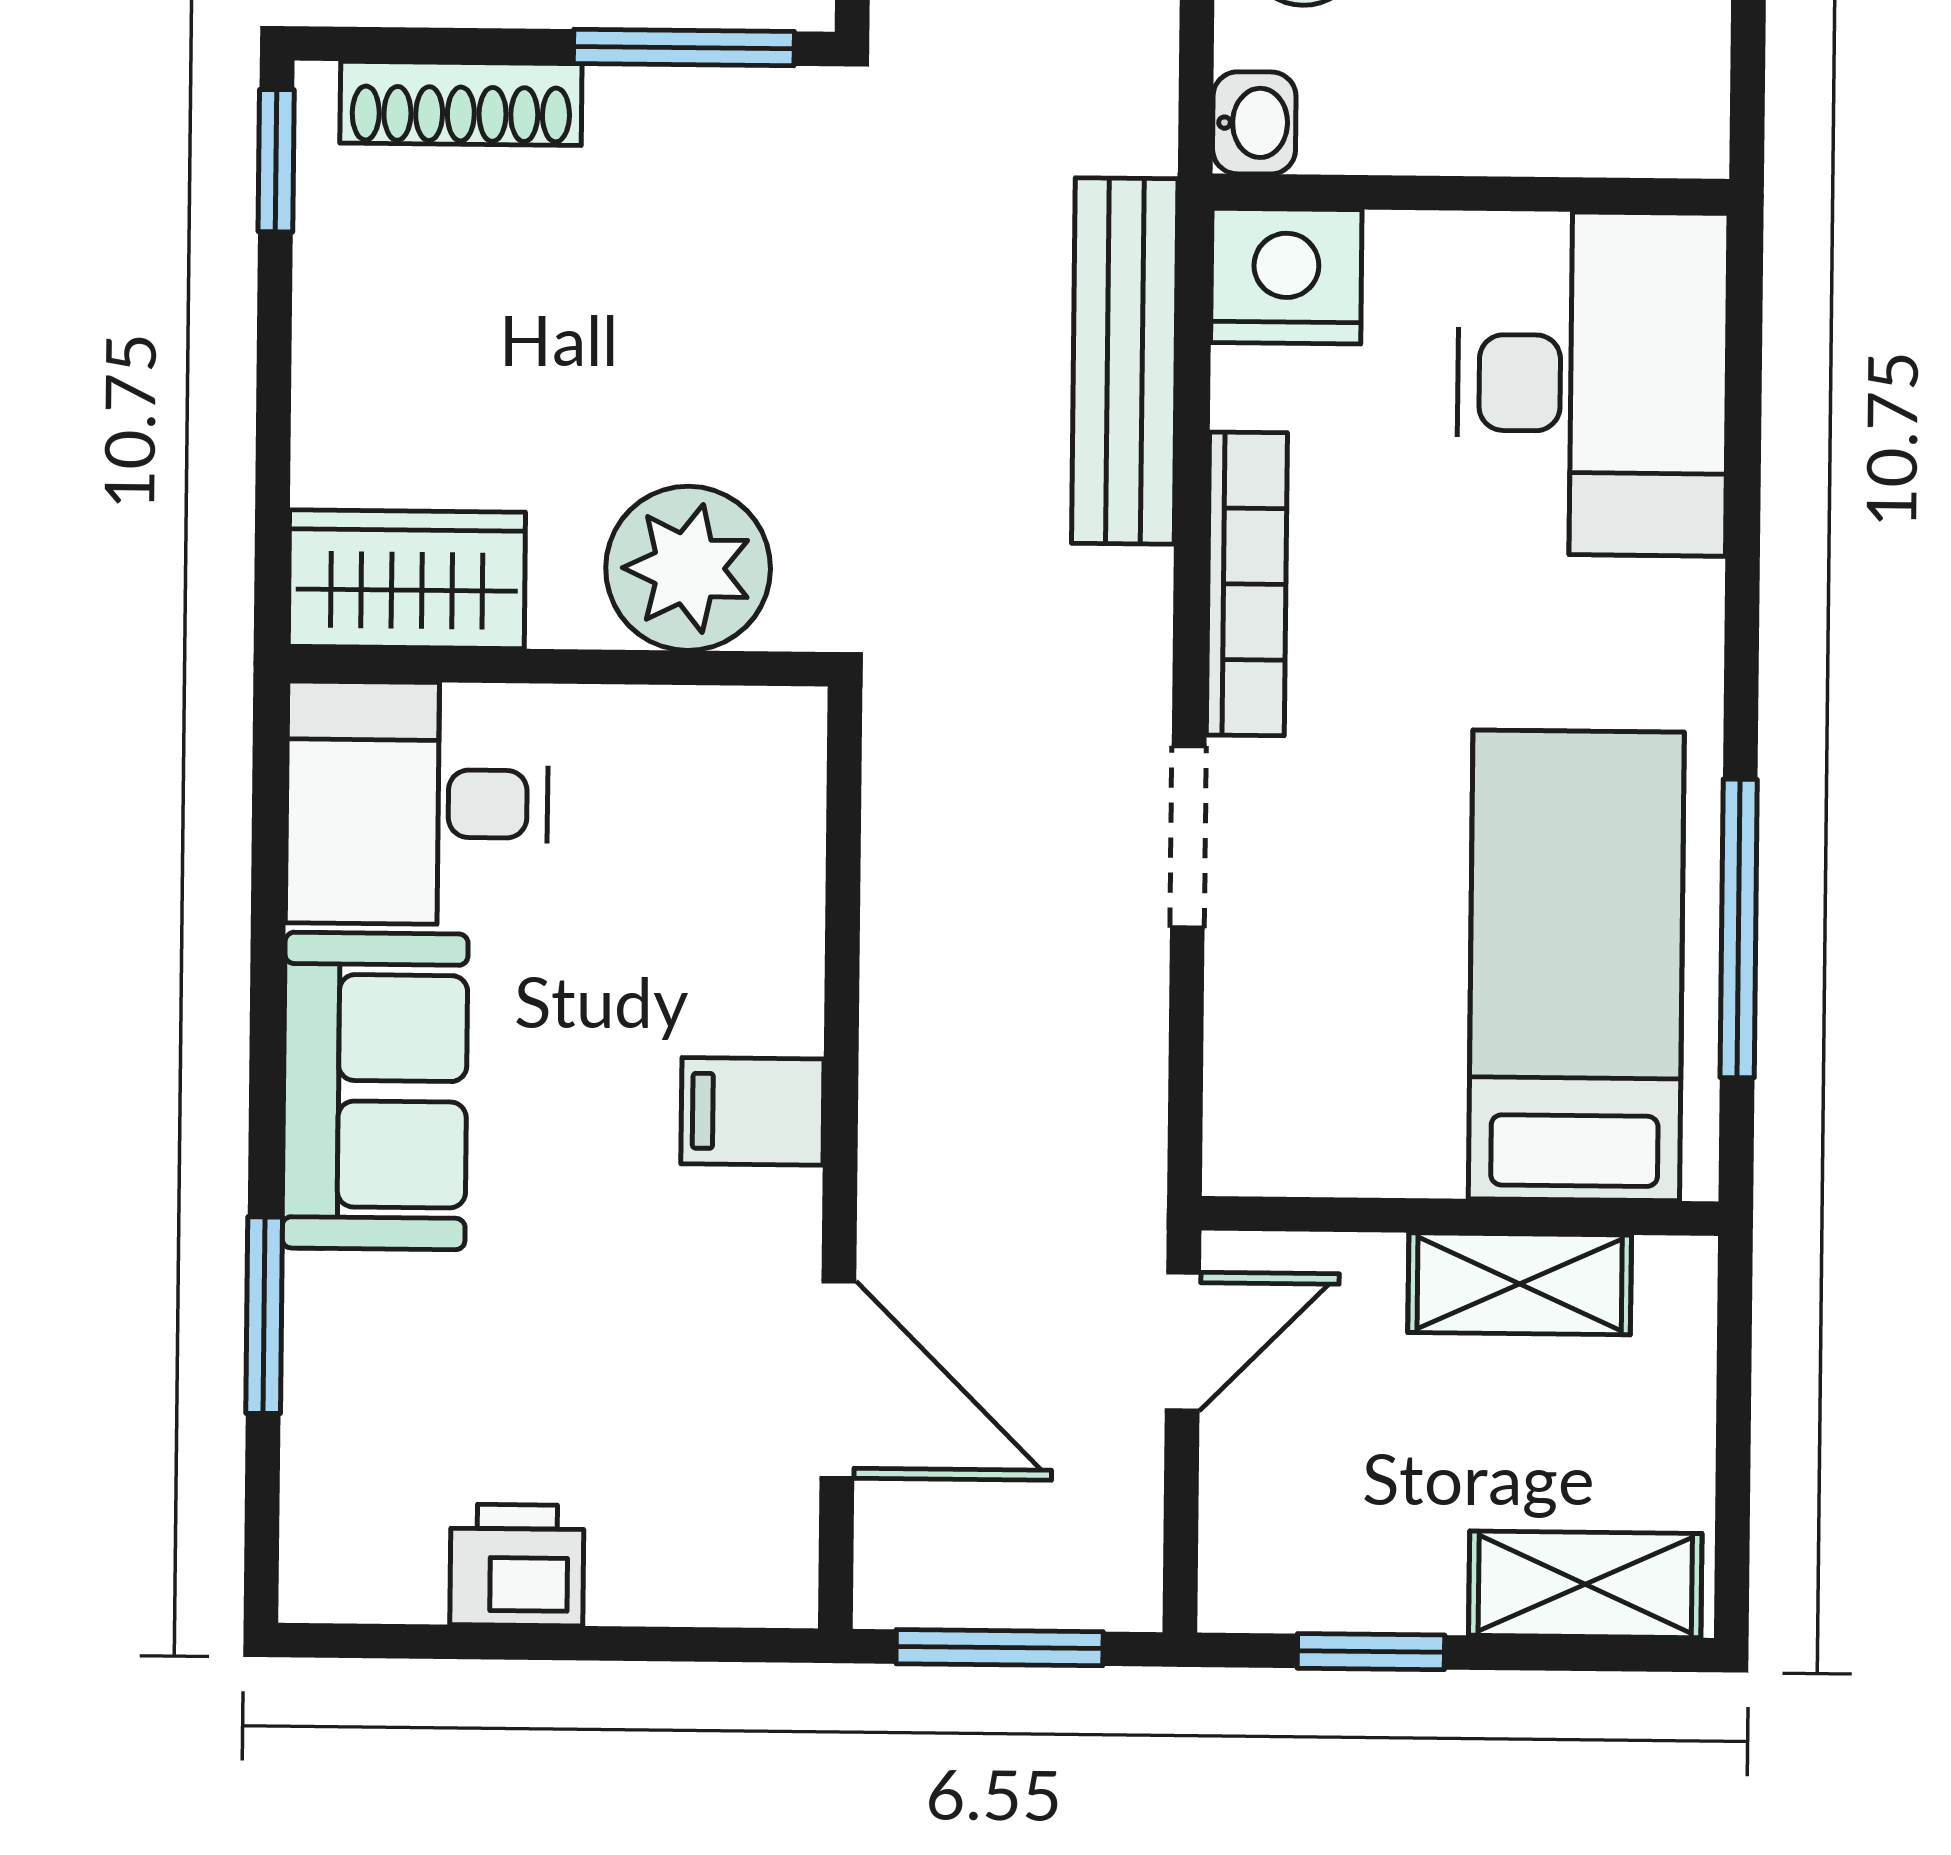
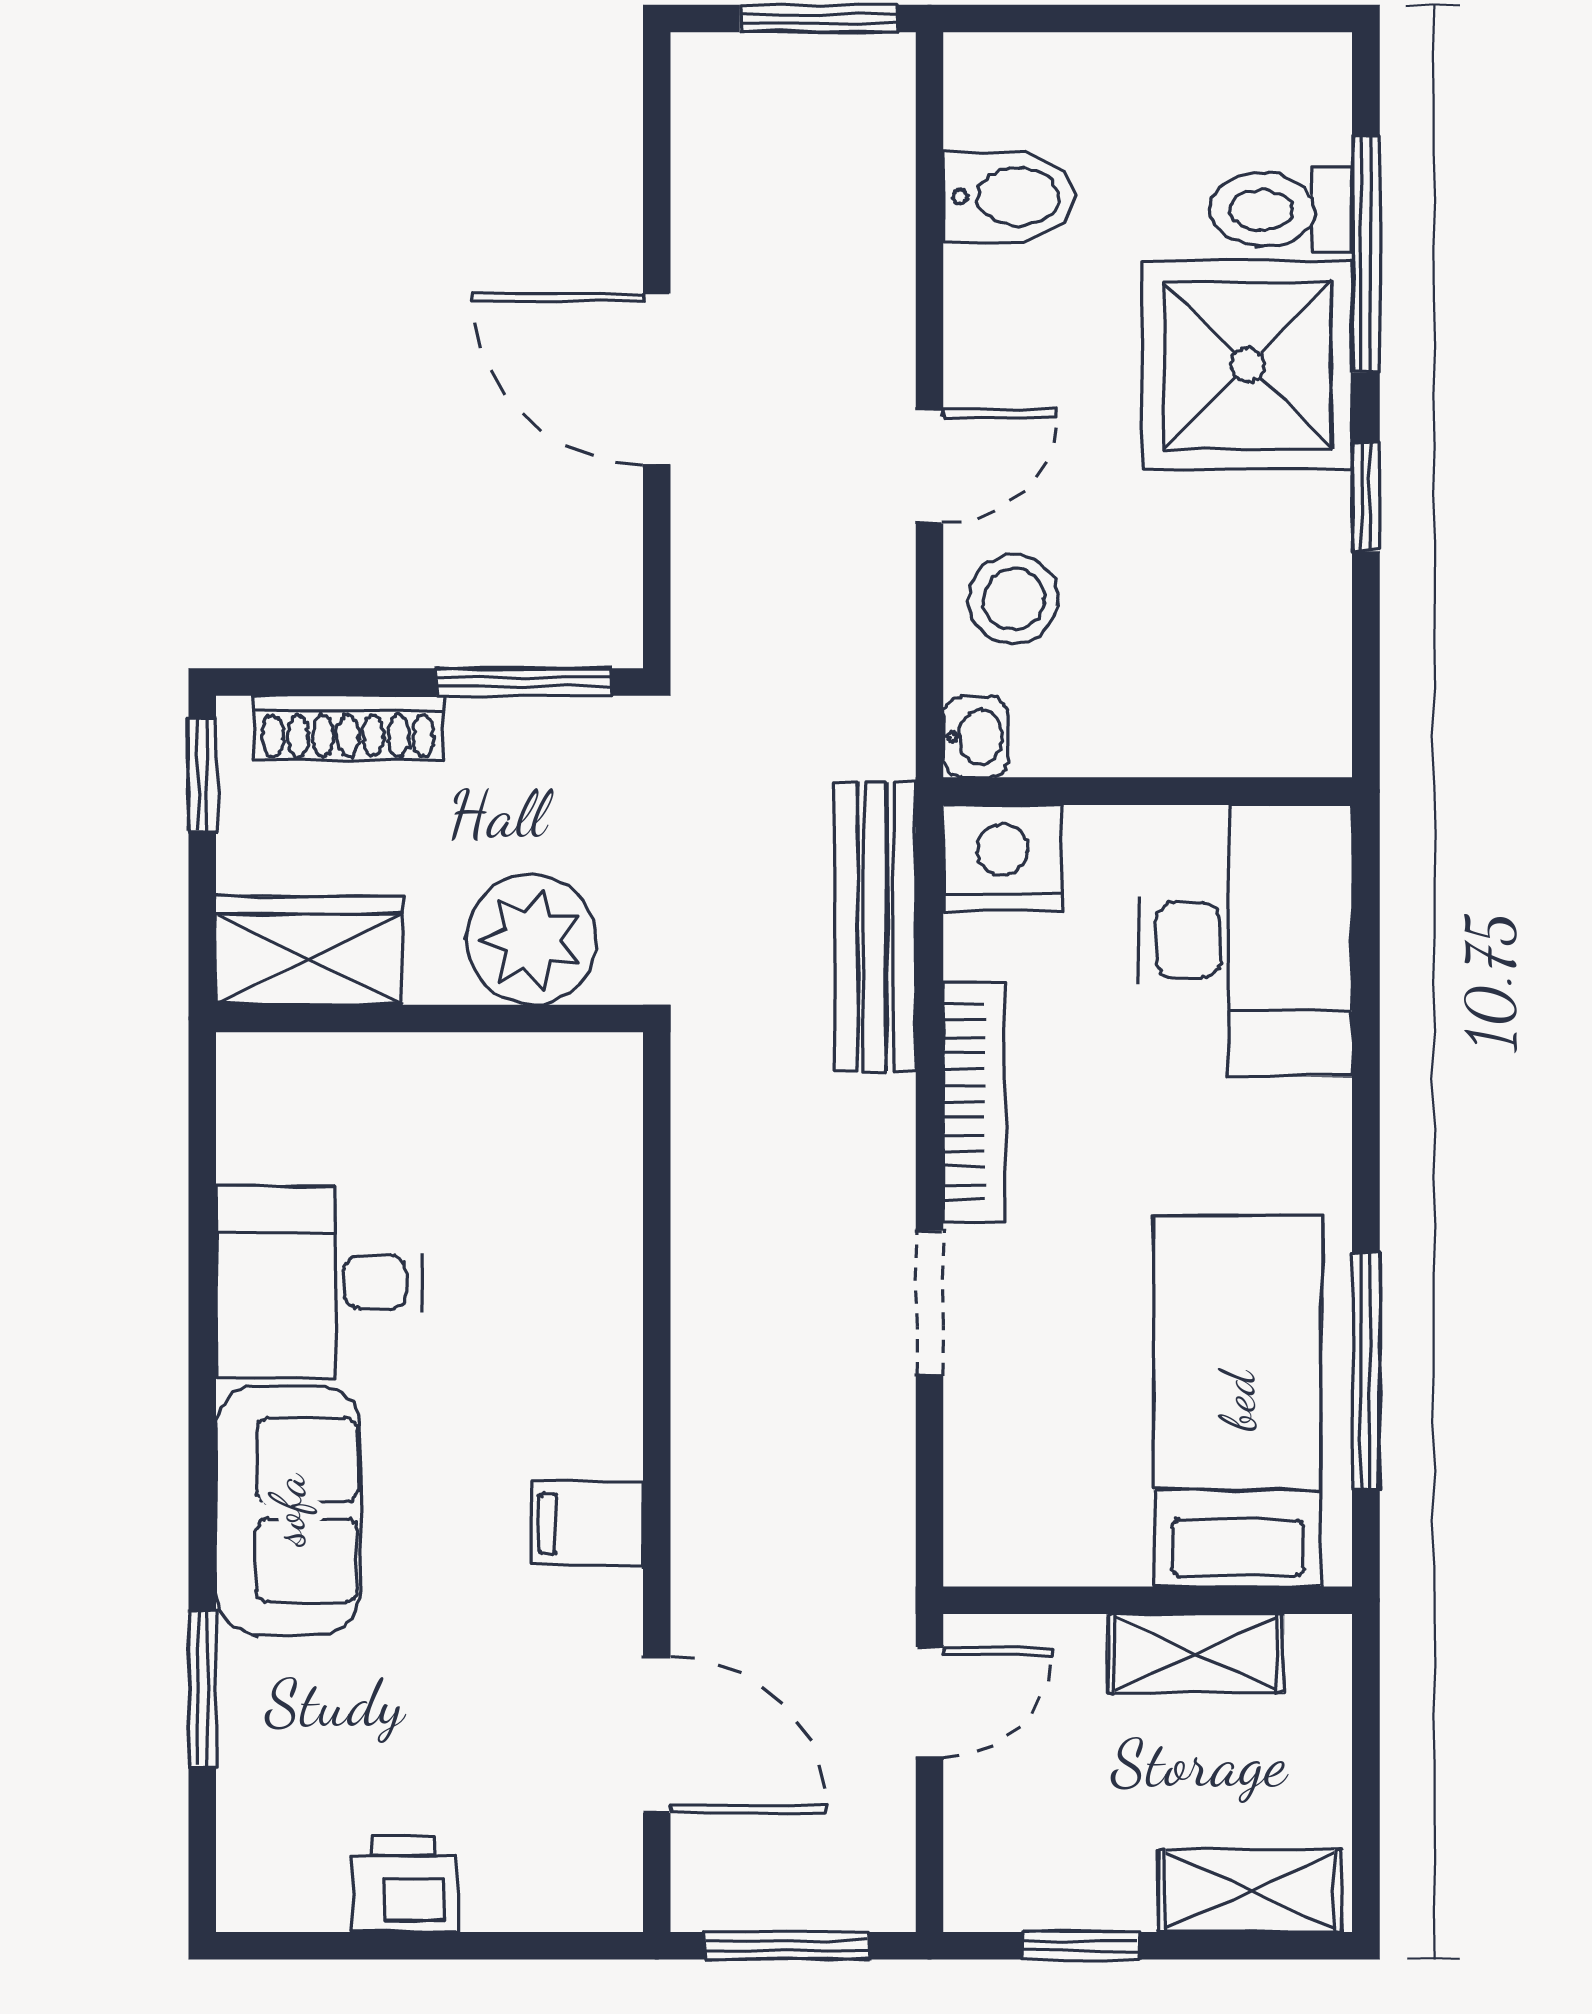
plant: (688, 568) -> (532, 940), moved
wardrobe: (407, 579) -> (309, 951), moved
wall: (558, 667) -> (430, 1018), moved

